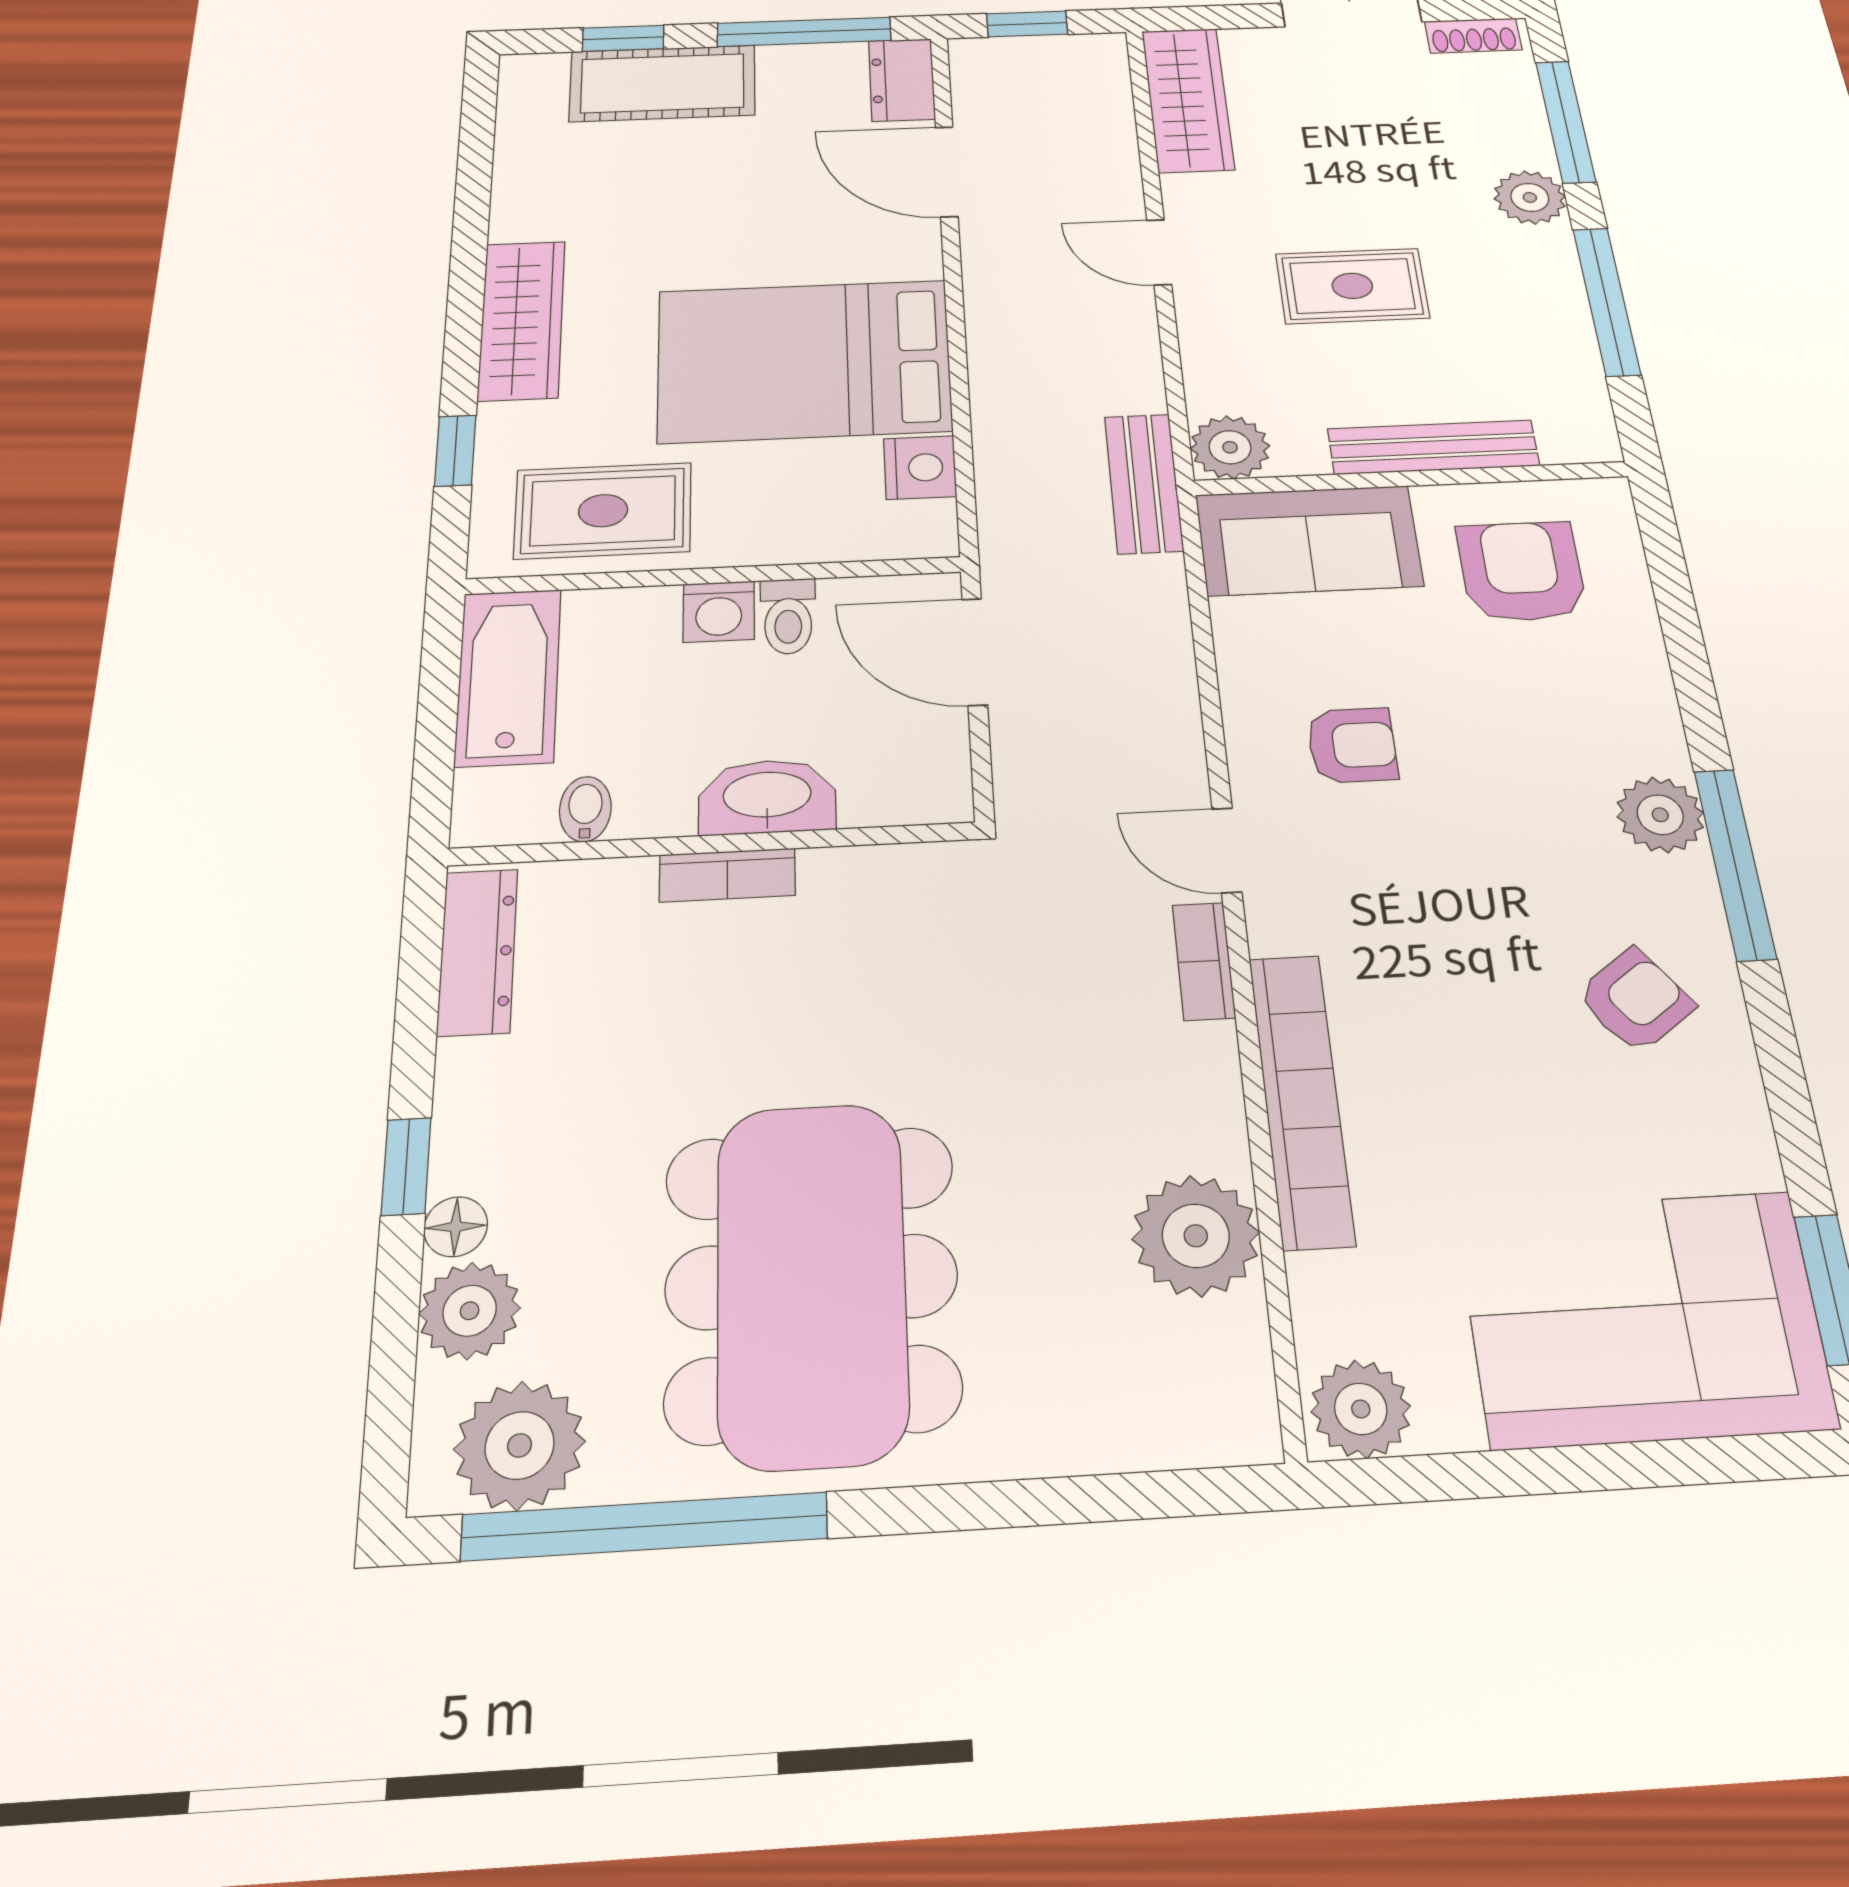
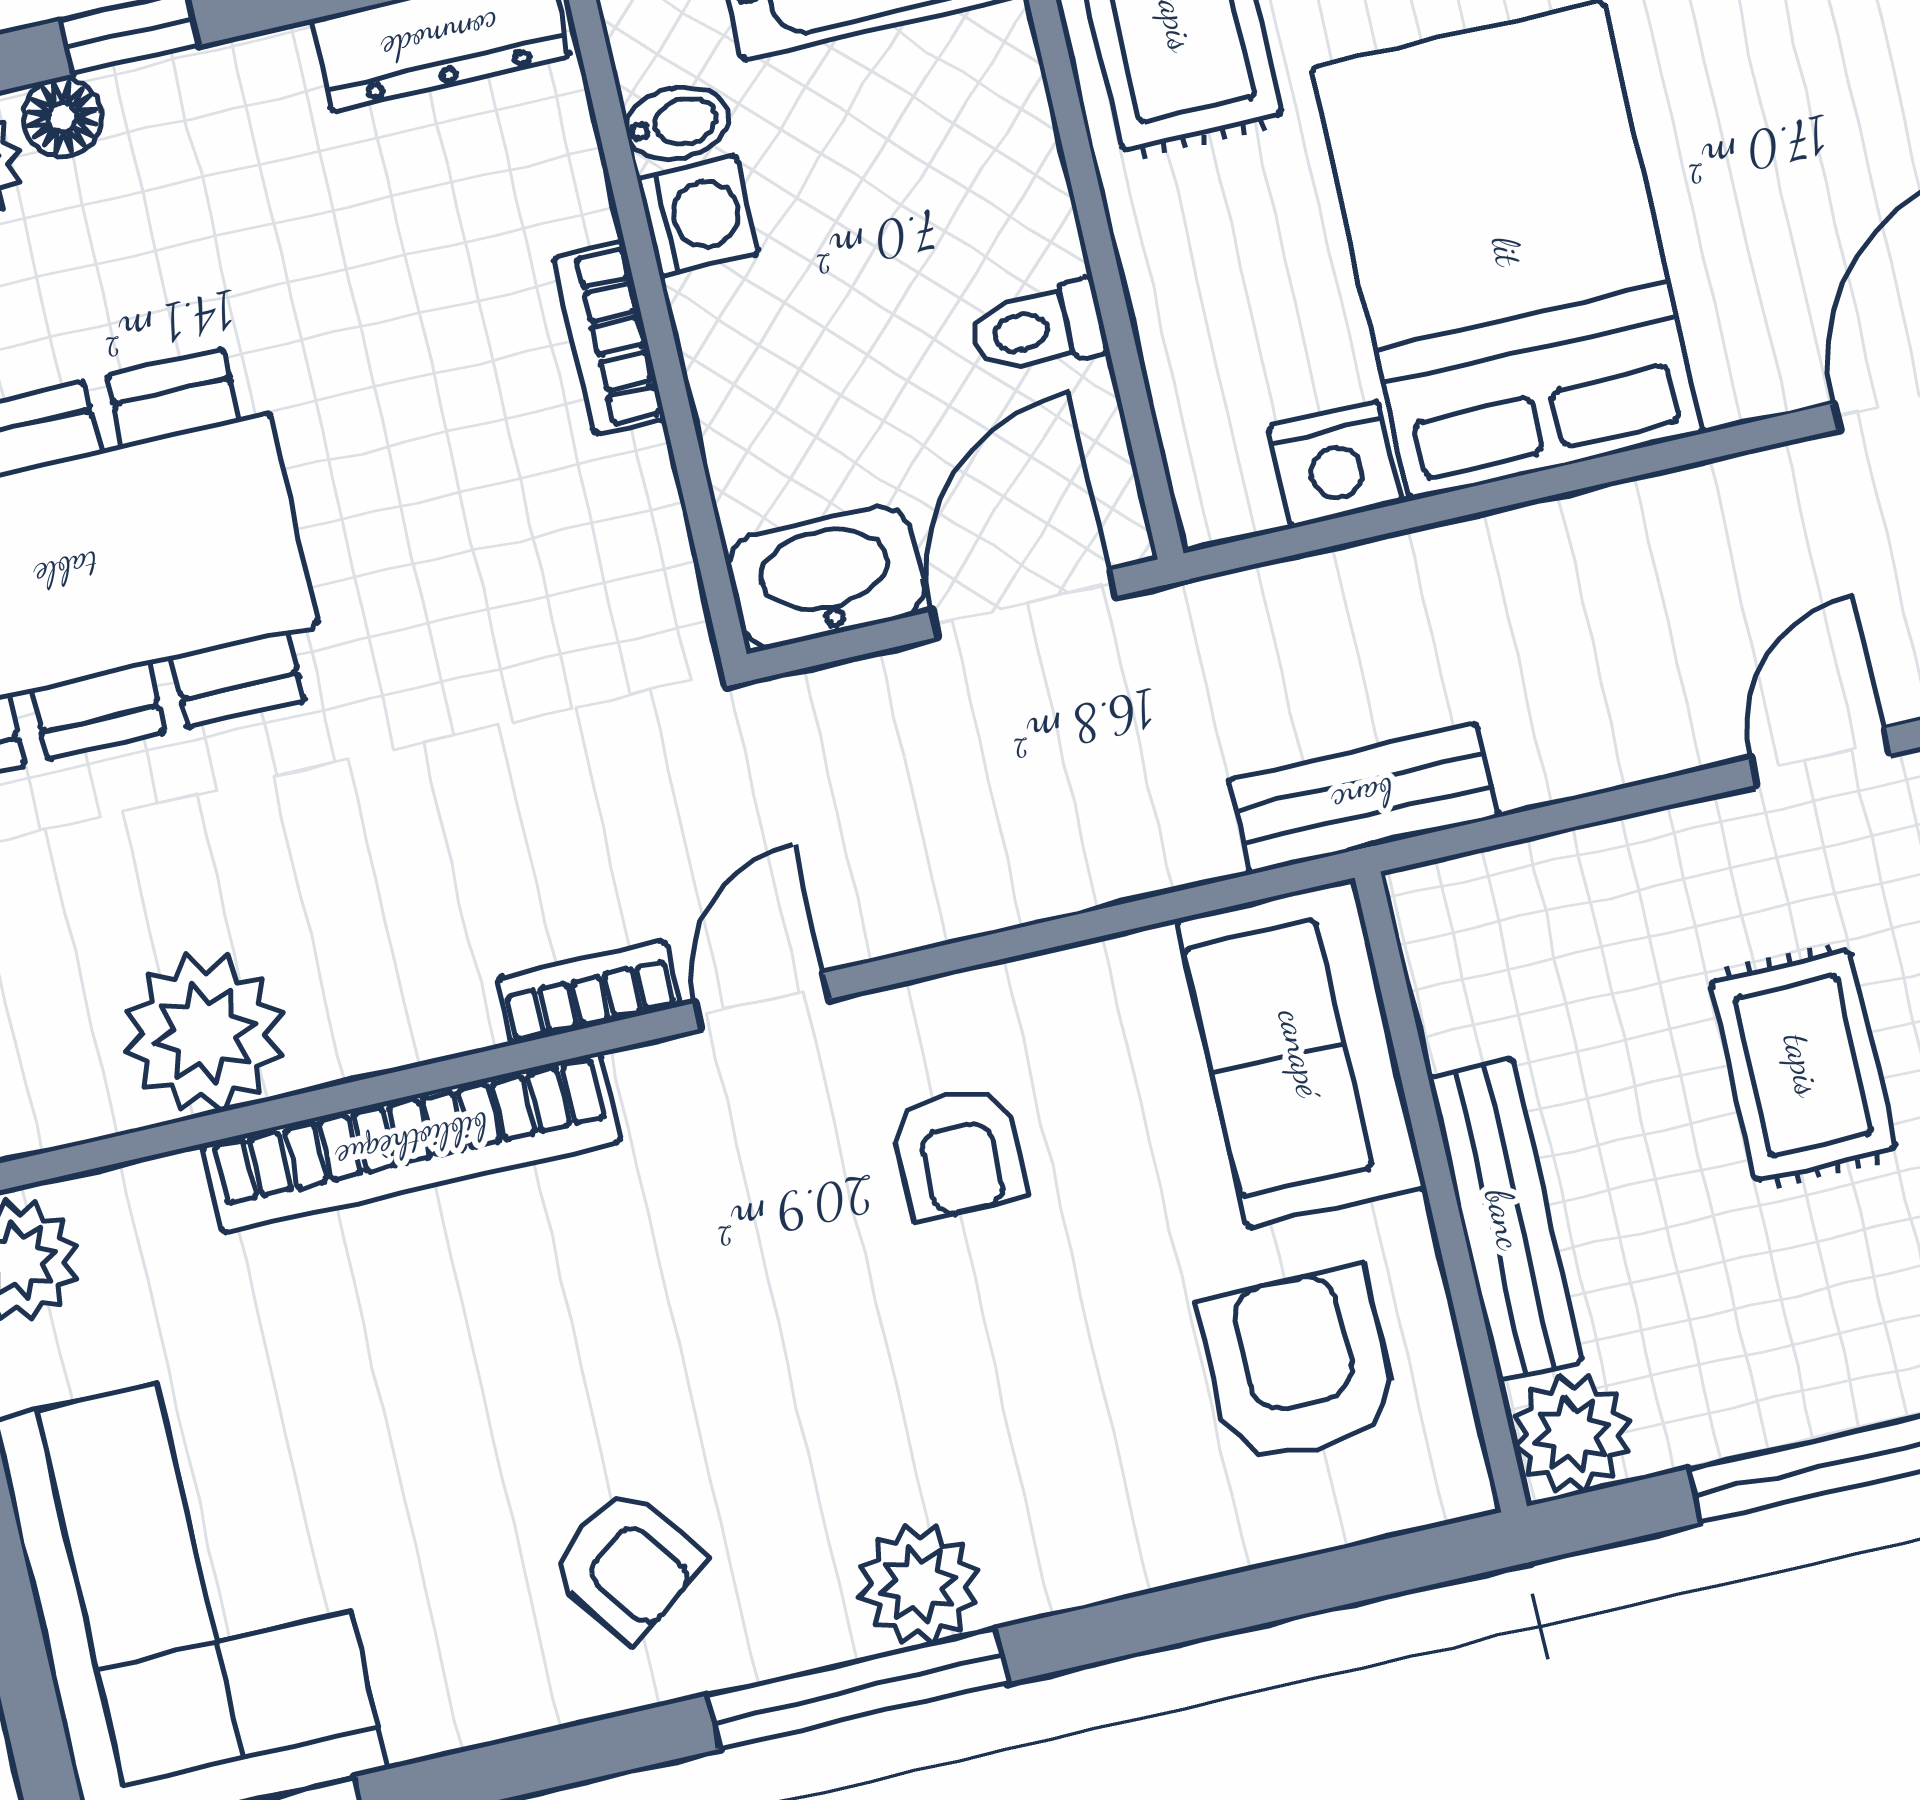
plant: (1230, 447) -> (1572, 1434), moved
armchair: (1521, 571) -> (1299, 1366), turned -90
washing machine: (719, 612) -> (698, 216), moved, turned 180
washbasin: (767, 797) -> (826, 577), moved, turned -90

